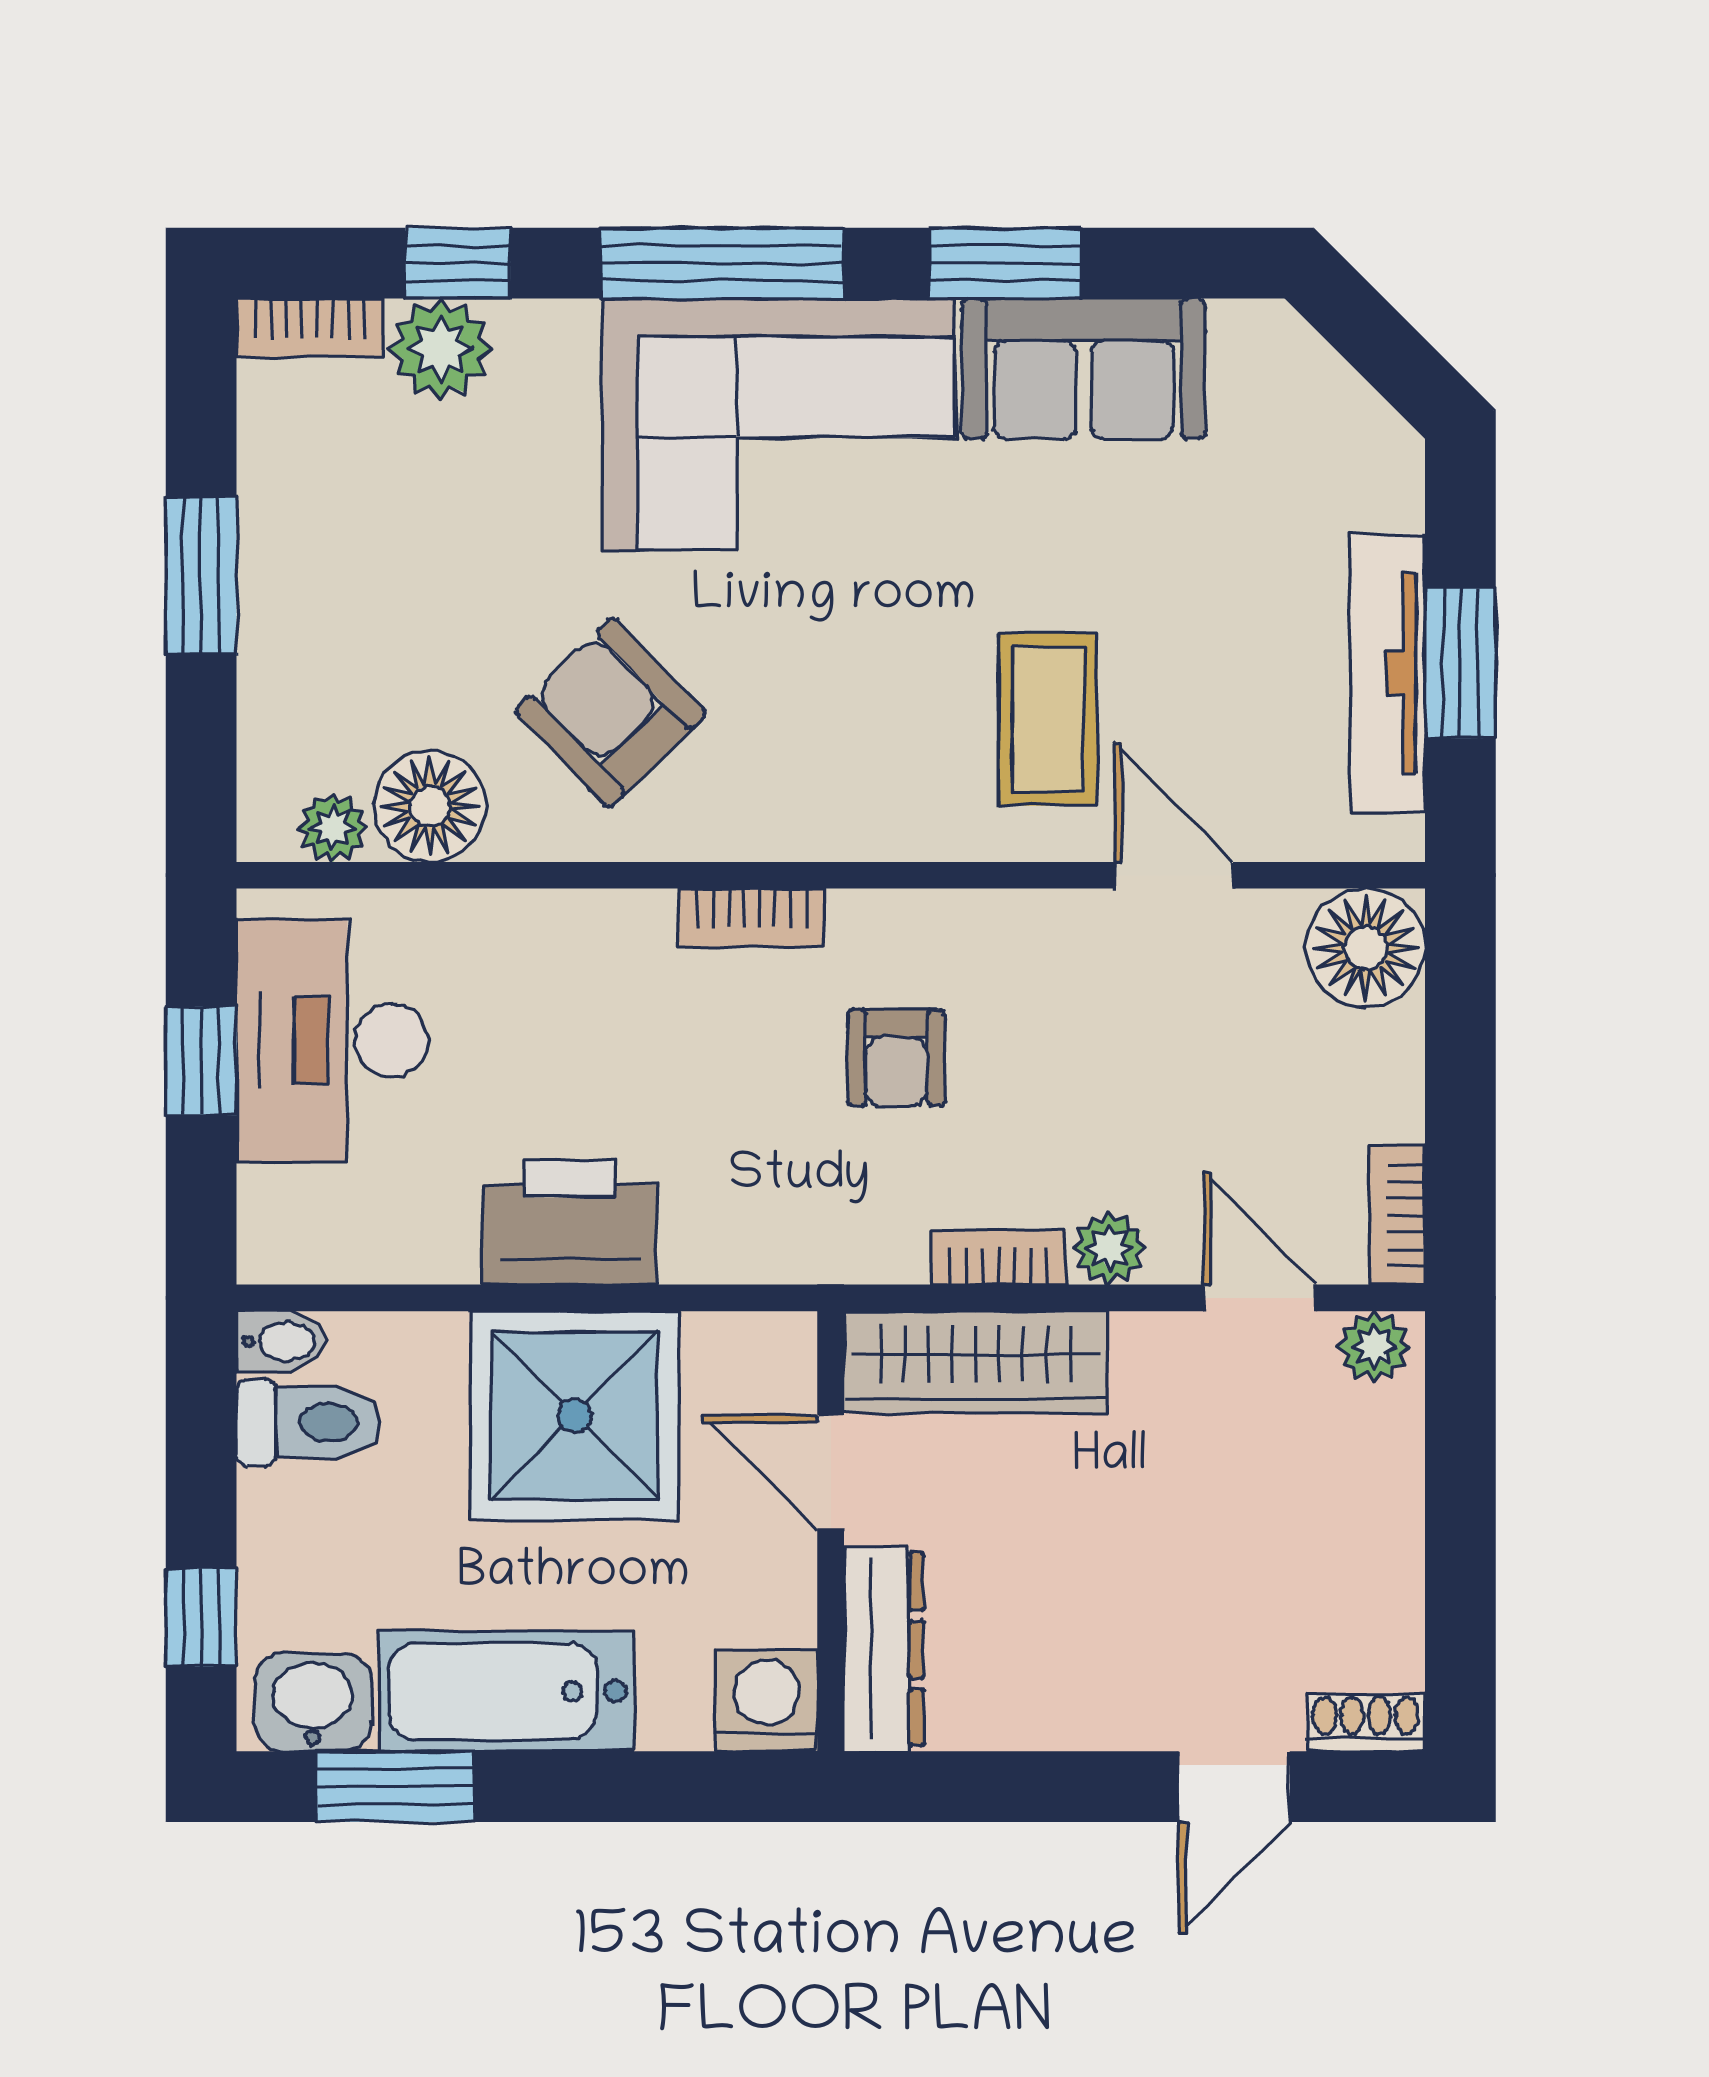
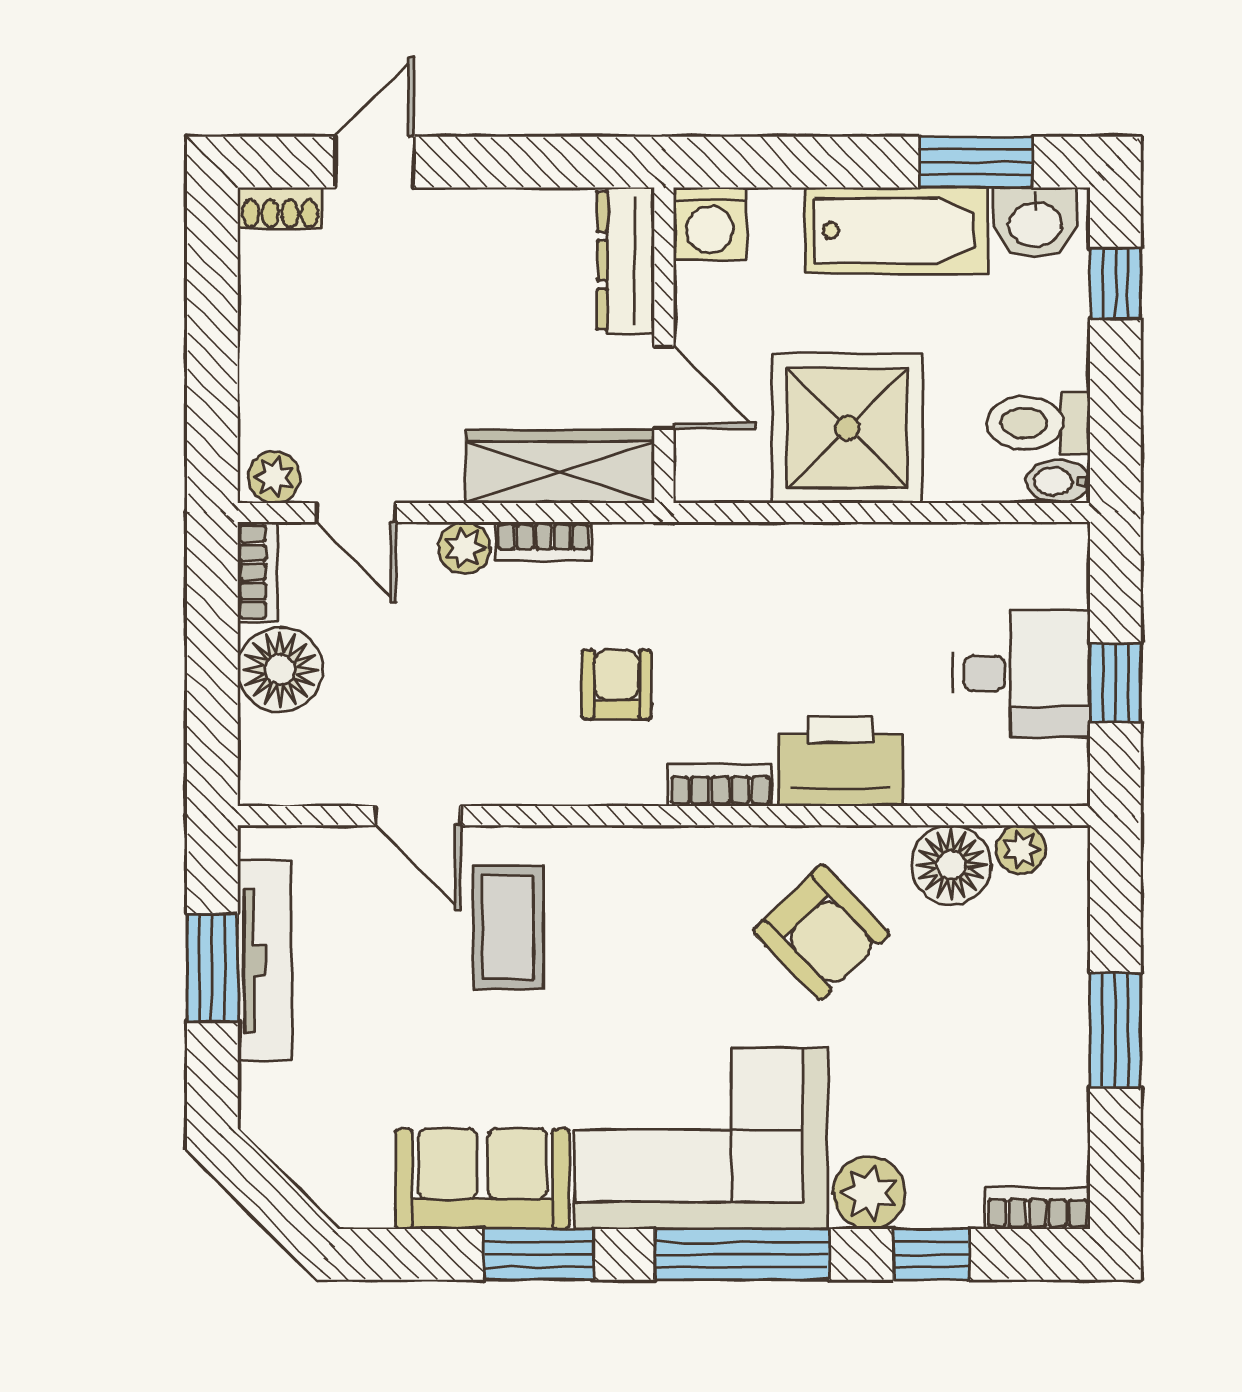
plant: (440, 349) -> (869, 1193), moved
floor lamp: (1366, 948) -> (280, 670), moved
desk: (332, 1040) -> (1021, 673), width x0.73
printer: (570, 1222) -> (840, 761), moved, turned 180

